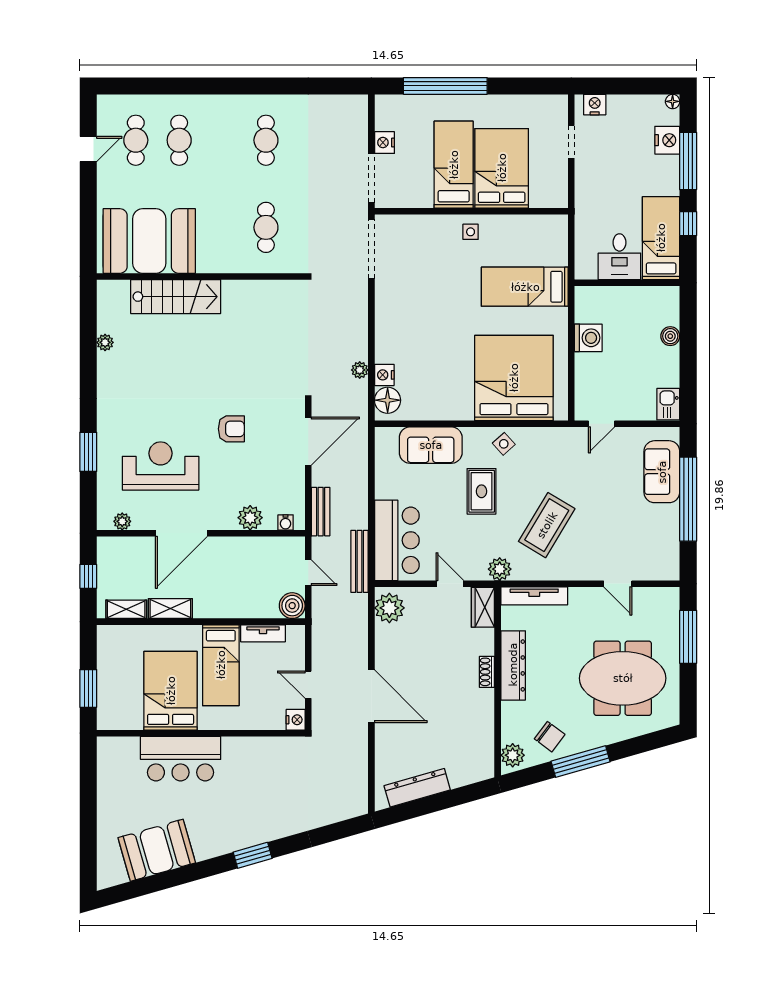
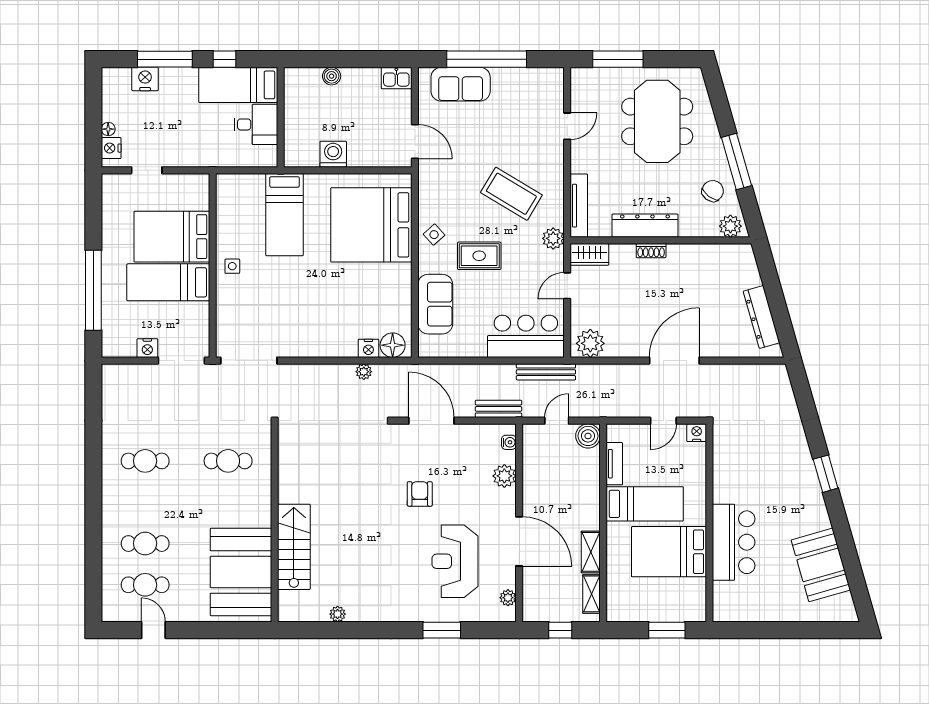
floor lamp: (673, 101) -> (108, 129), moved
door: (602, 424) -> (415, 142), width x1.38

